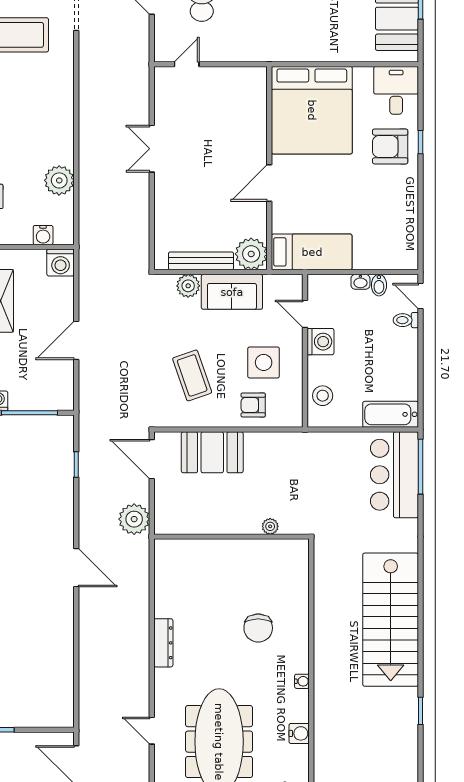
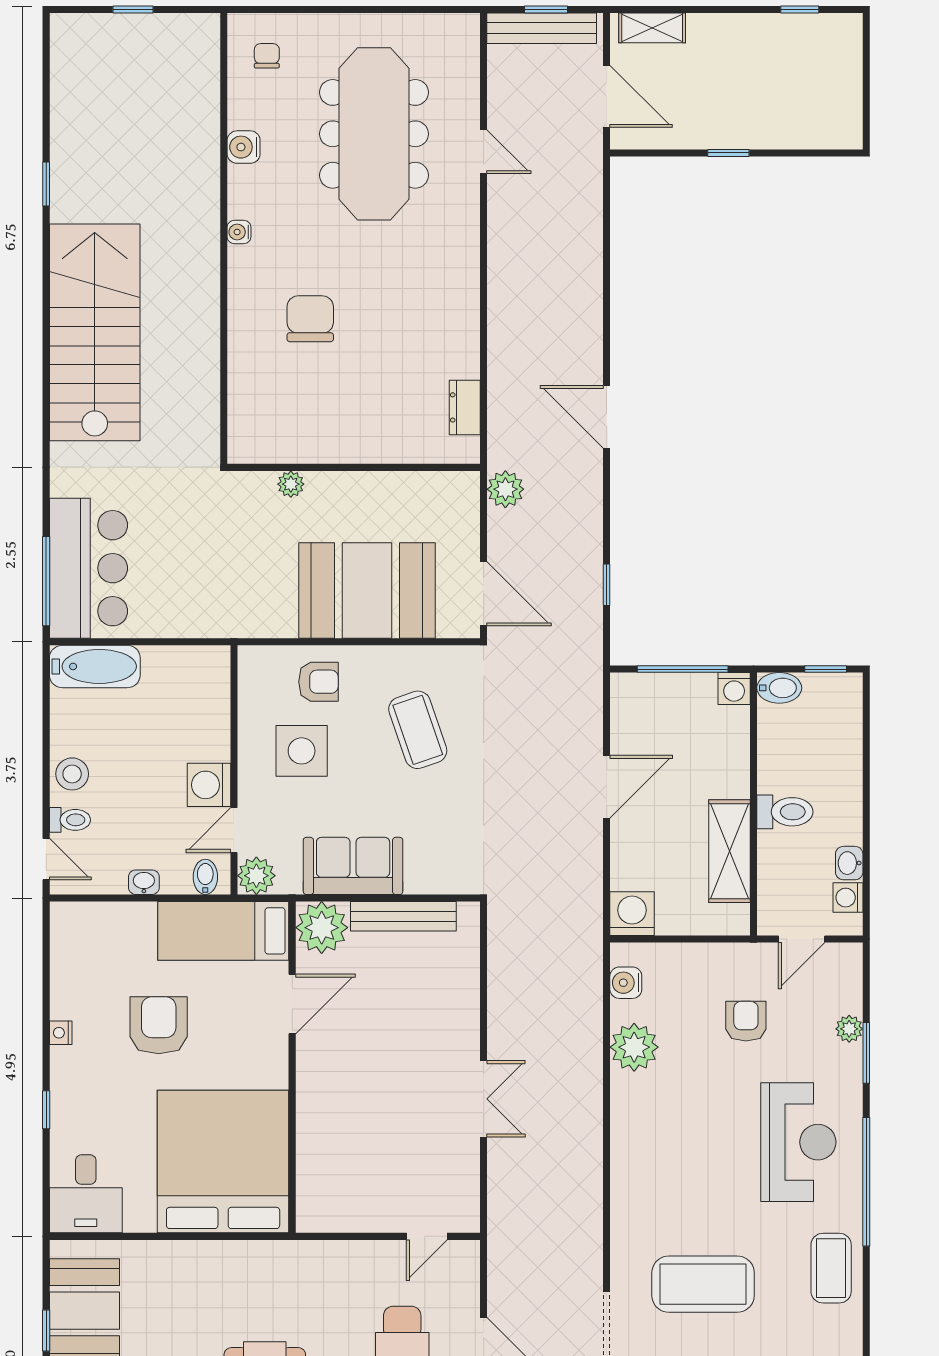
armchair: (390, 146) -> (159, 1025), moved, turned -90
door: (269, 183) -> (292, 1004), moved
nightstand: (412, 189) -> (61, 1033), added
water cooler: (43, 235) -> (626, 983), moved, turned -90
bidet: (379, 285) -> (205, 877), moved
plant: (188, 286) -> (256, 876), moved
door: (305, 314) -> (234, 830), swing flipped
stool: (323, 396) -> (72, 774), moved
booth: (212, 452) -> (367, 590), width x1.36, depth x1.42
plant: (134, 519) -> (505, 489), width x0.73, depth x0.73
dresser: (163, 643) -> (465, 407), moved, width x0.70

